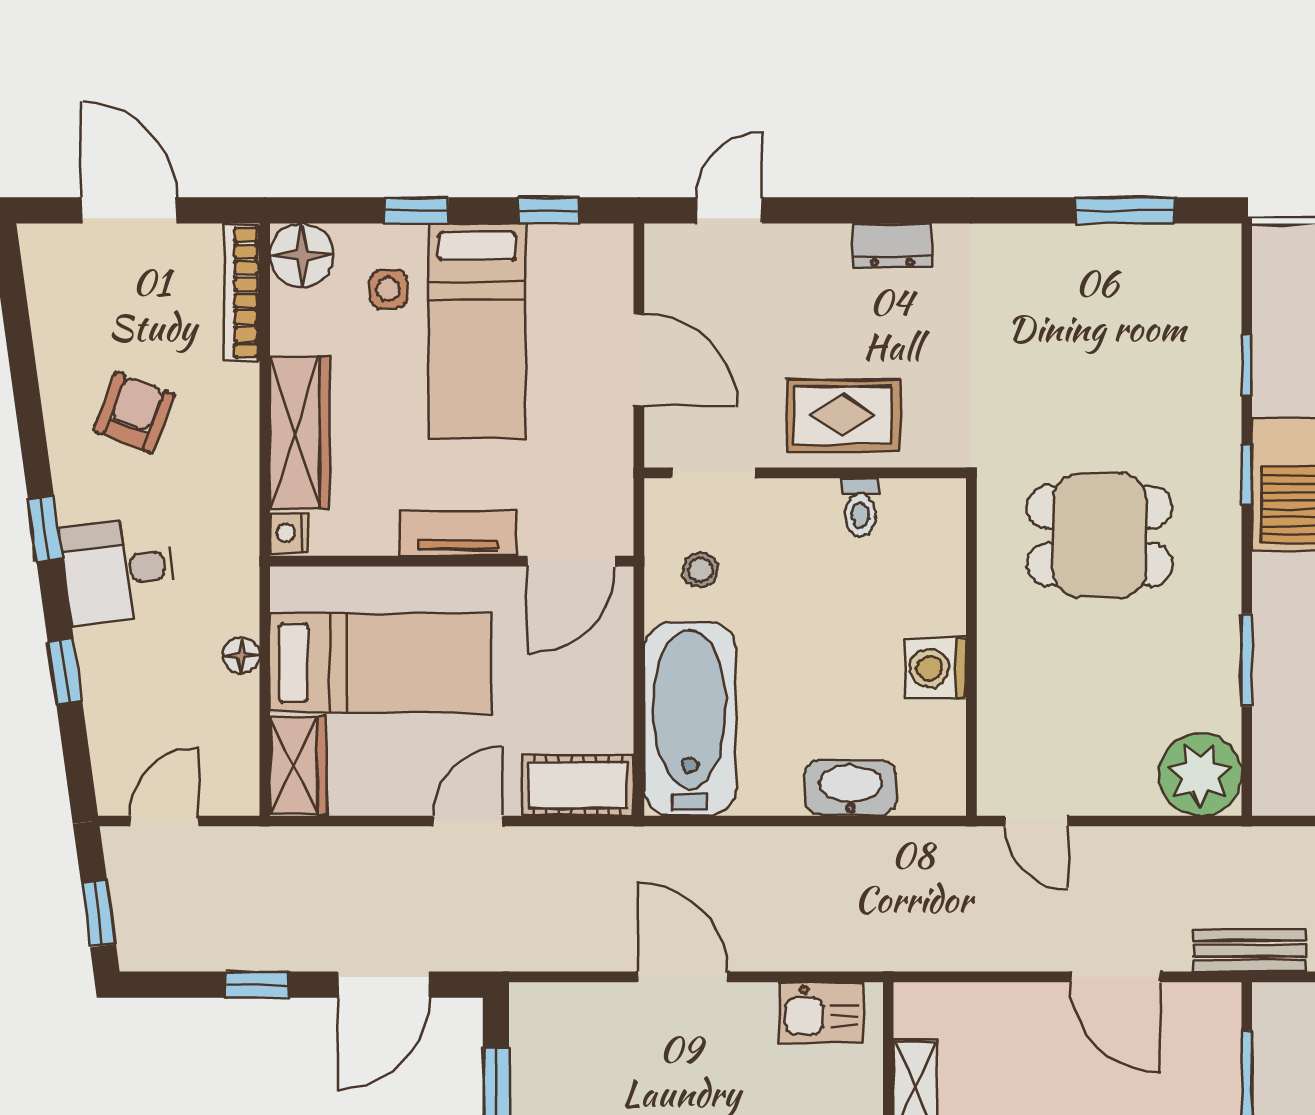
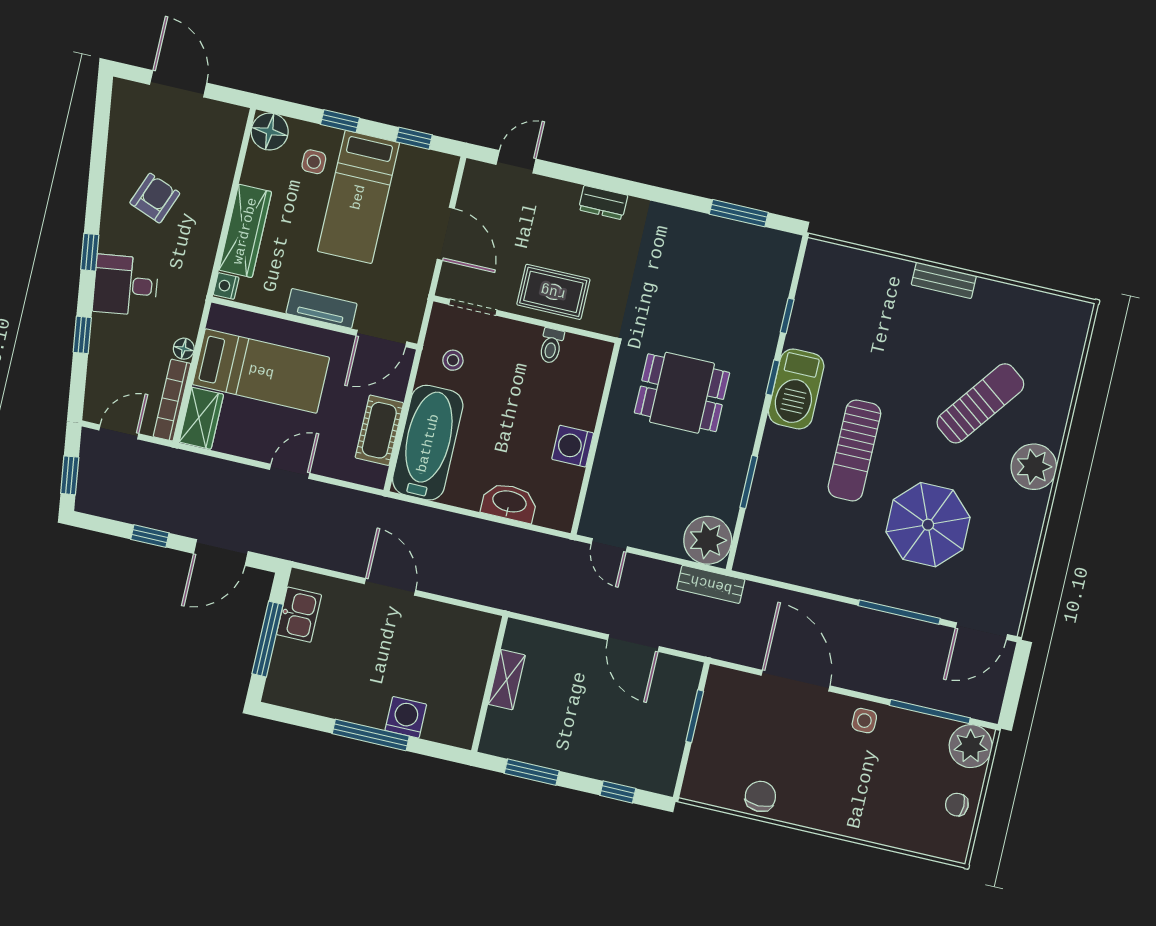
bookcase: (242, 293) -> (172, 400), moved
cot: (578, 785) -> (379, 430), moved, turned 90
bench: (1249, 950) -> (711, 584), moved
kitchen sink: (821, 1013) -> (299, 615), moved, turned -90

